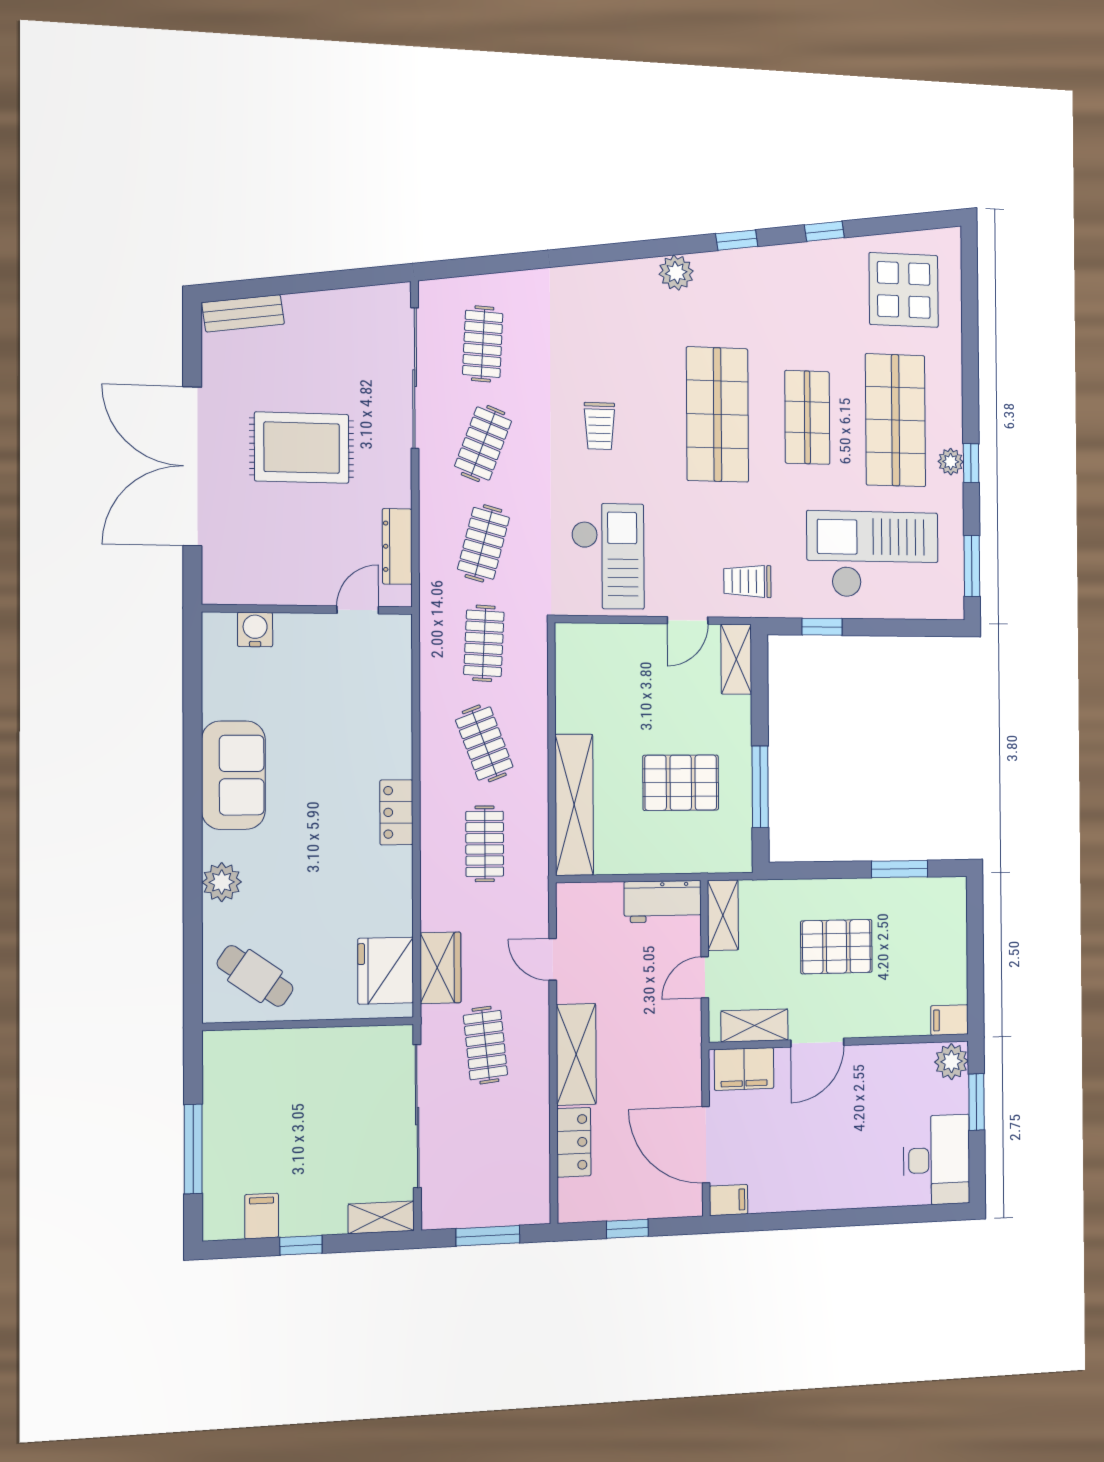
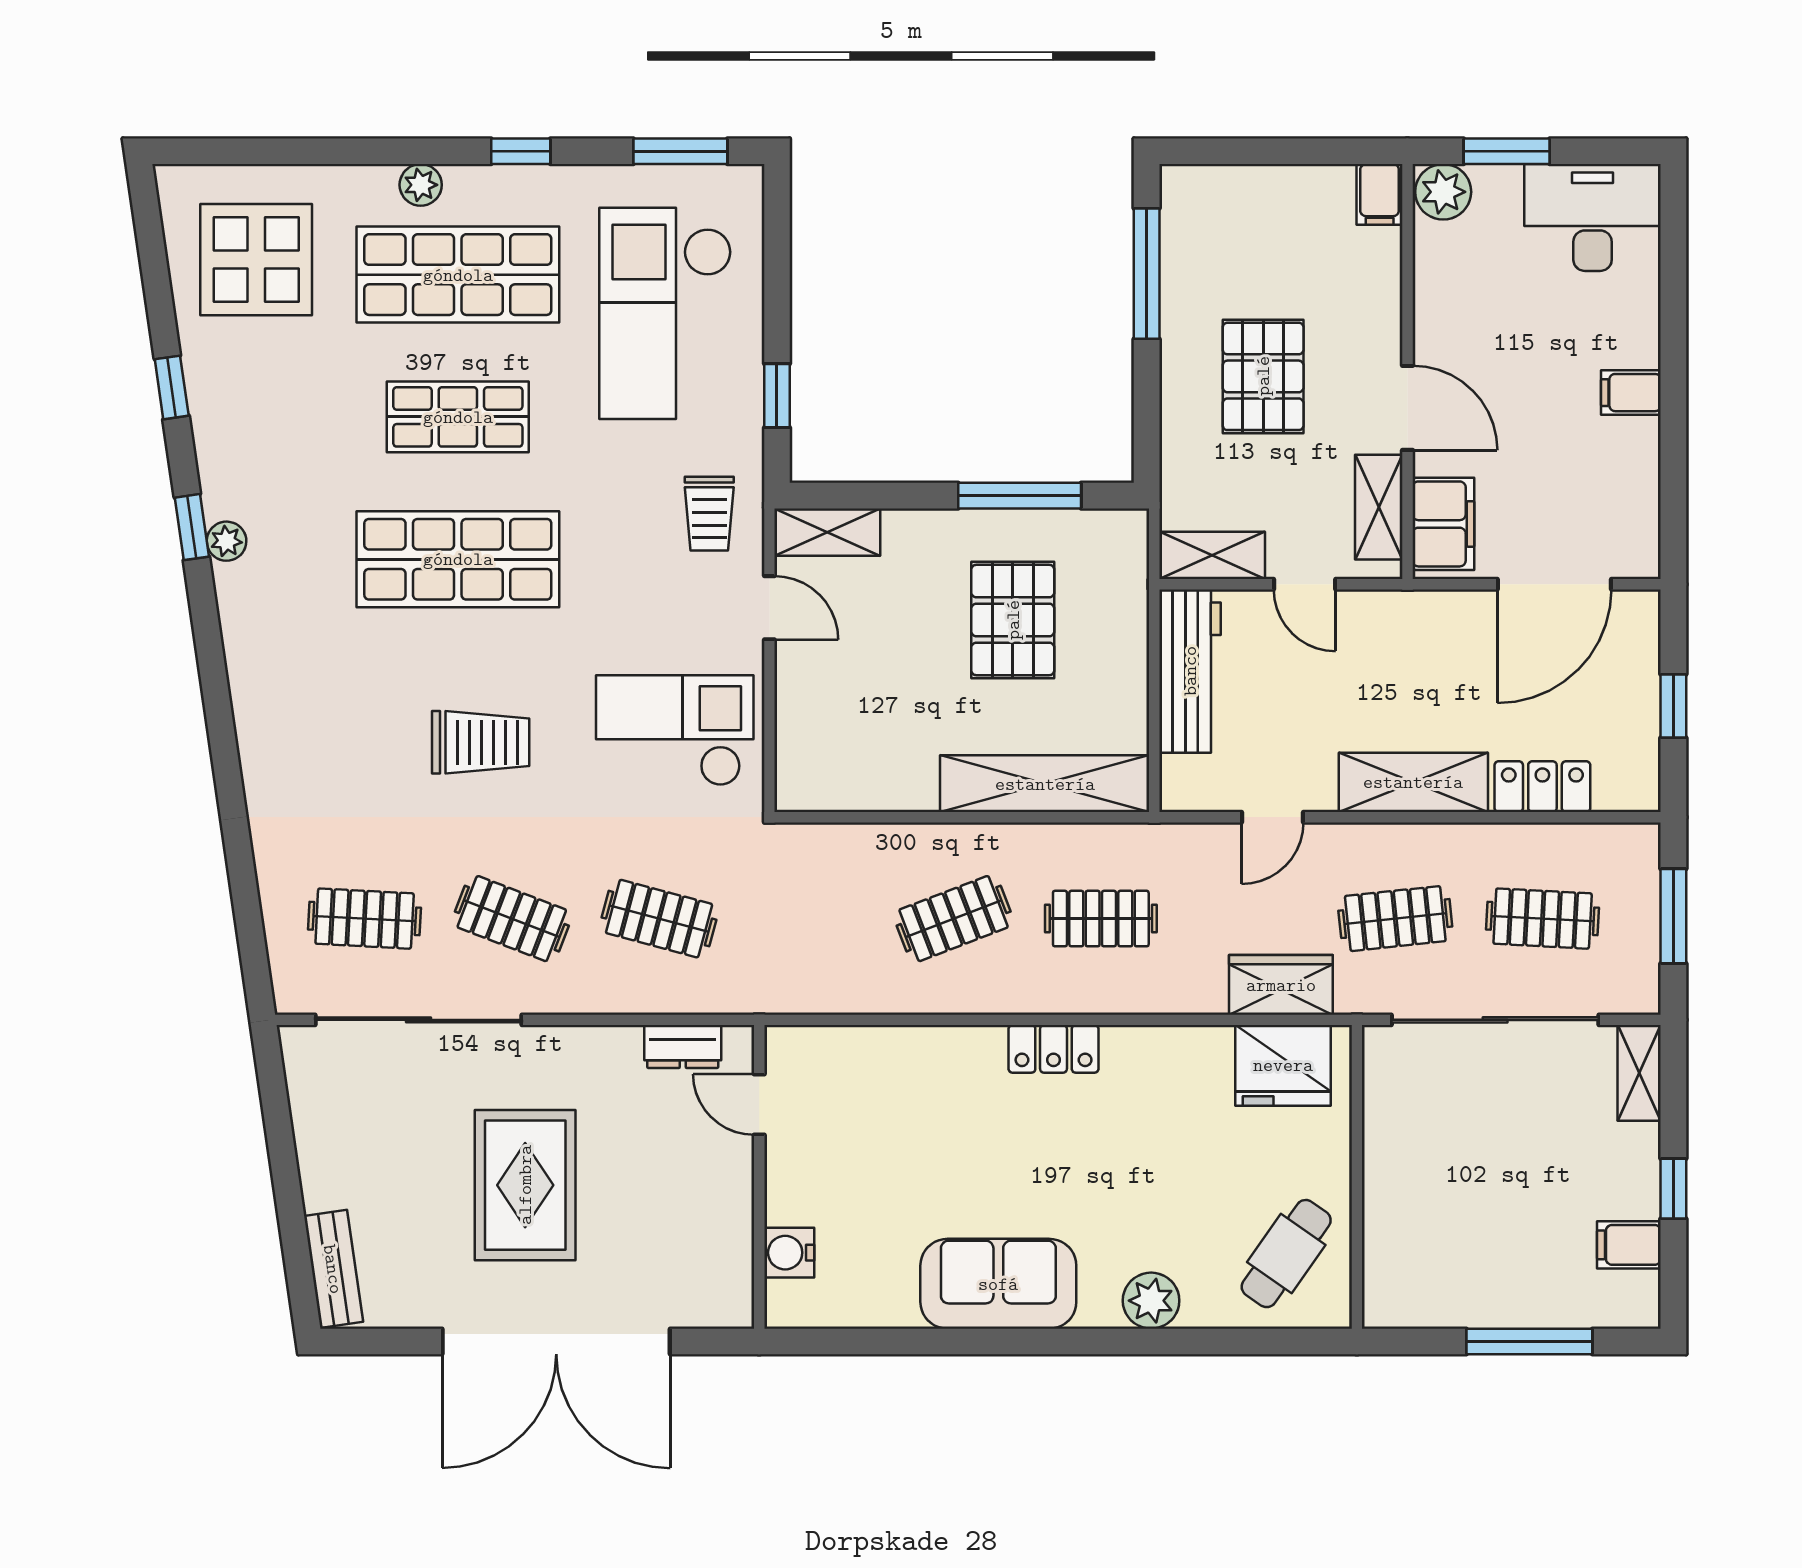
plant: (676, 273) -> (227, 541), moved, width x0.73, depth x0.73
trolley: (599, 426) -> (481, 742), width x1.36, depth x1.39
plant: (951, 462) -> (421, 185), moved
dresser: (397, 546) -> (683, 1047), width x0.70
clothes rail: (484, 643) -> (1543, 919), moved
window: (900, 869) -> (1147, 274), width x1.44
workbench: (663, 902) -> (1190, 671), width x1.38
filing cabinet: (729, 1200) -> (1631, 393), moved, turned -90

